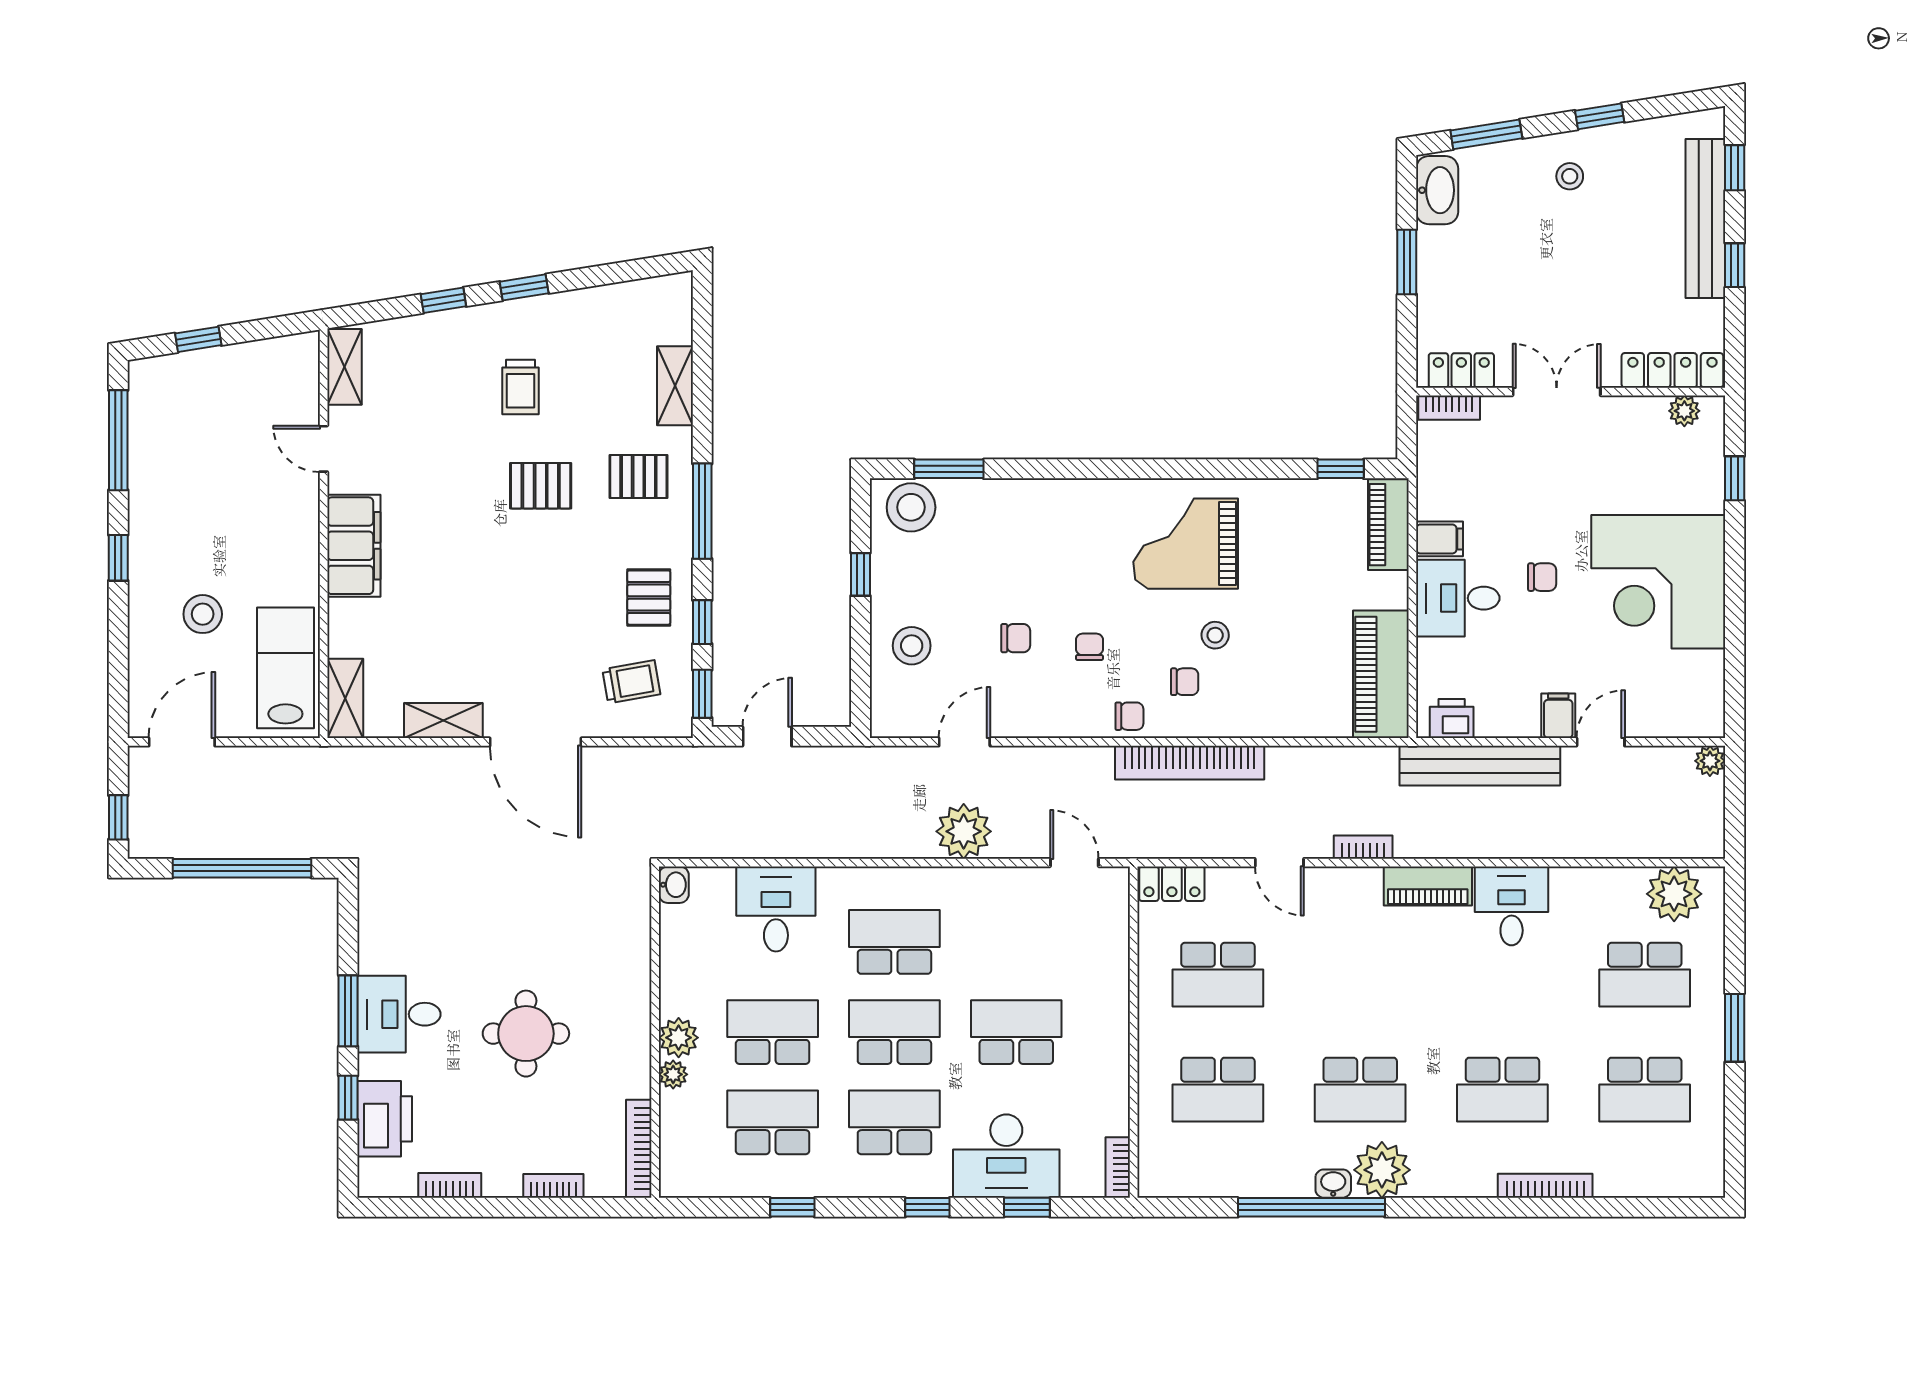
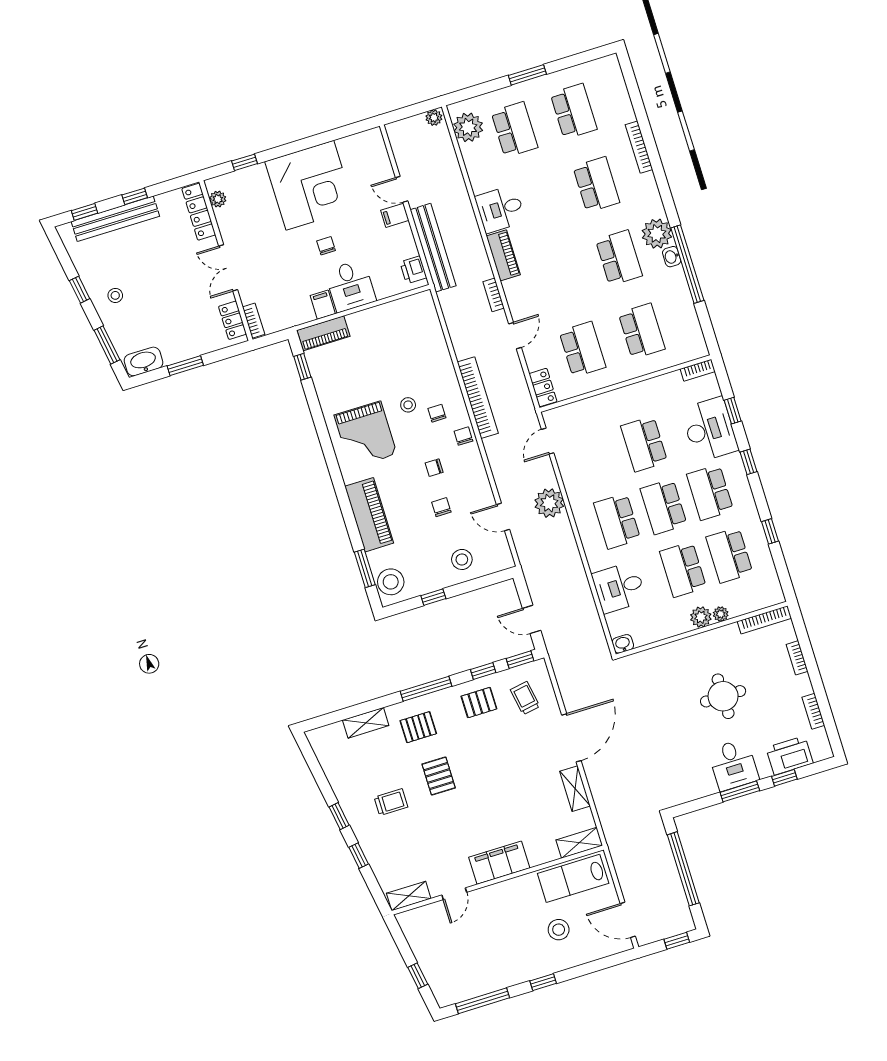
pallet: (638, 477) -> (418, 727), turned 90
piano: (1381, 674) -> (369, 515), moved, turned -90
plant: (1710, 761) -> (434, 118), moved

